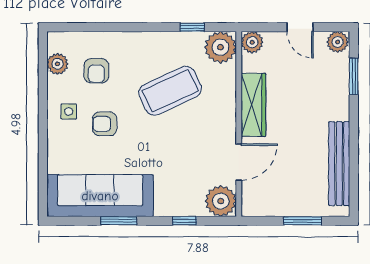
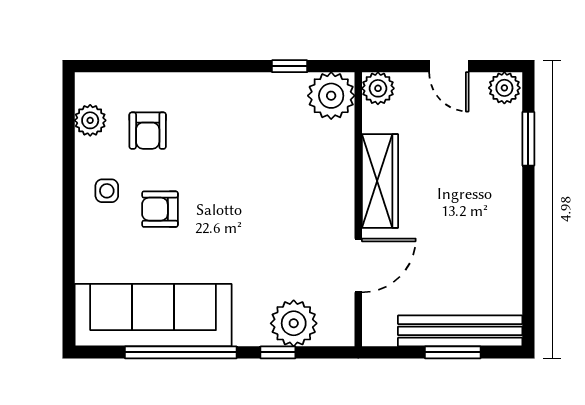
coffee table: (170, 91) -> (257, 160), removed
bench: (339, 164) -> (460, 331), moved, turned 90
plant: (221, 201) -> (294, 323), moved
window: (119, 221) -> (181, 352), width x2.11

